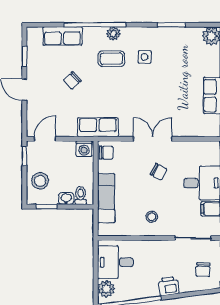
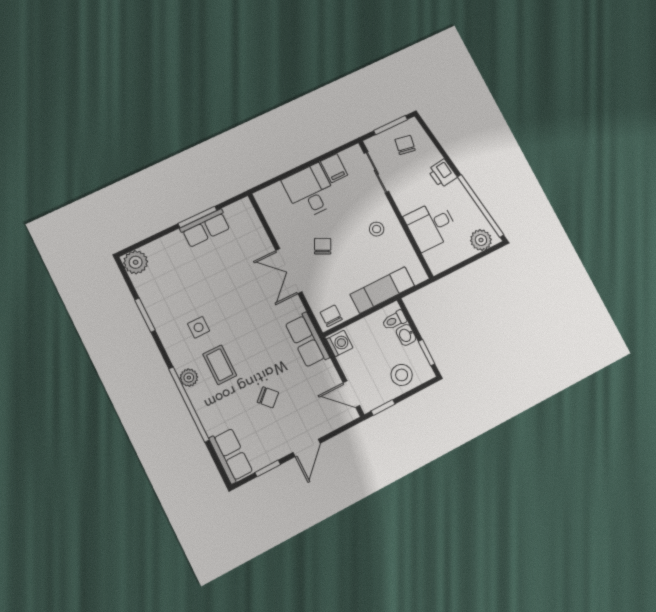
row of seats: (62, 36) -> (231, 455), moved
desk: (115, 262) -> (431, 225), moved, turned 90
chair: (203, 270) -> (405, 145), turned -83

